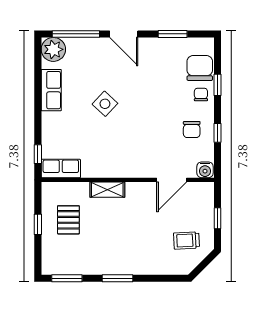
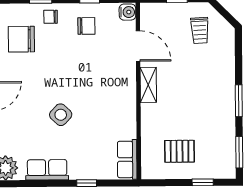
chair: (200, 68) -> (21, 39), moved
window: (38, 154) -> (87, 183), moved
shelving: (107, 190) -> (148, 85), moved
window: (38, 224) -> (203, 182), moved

